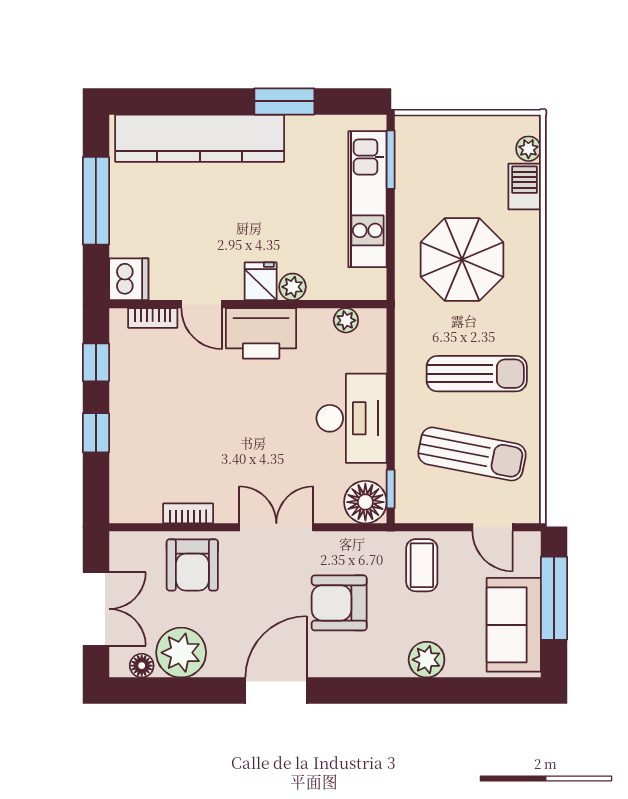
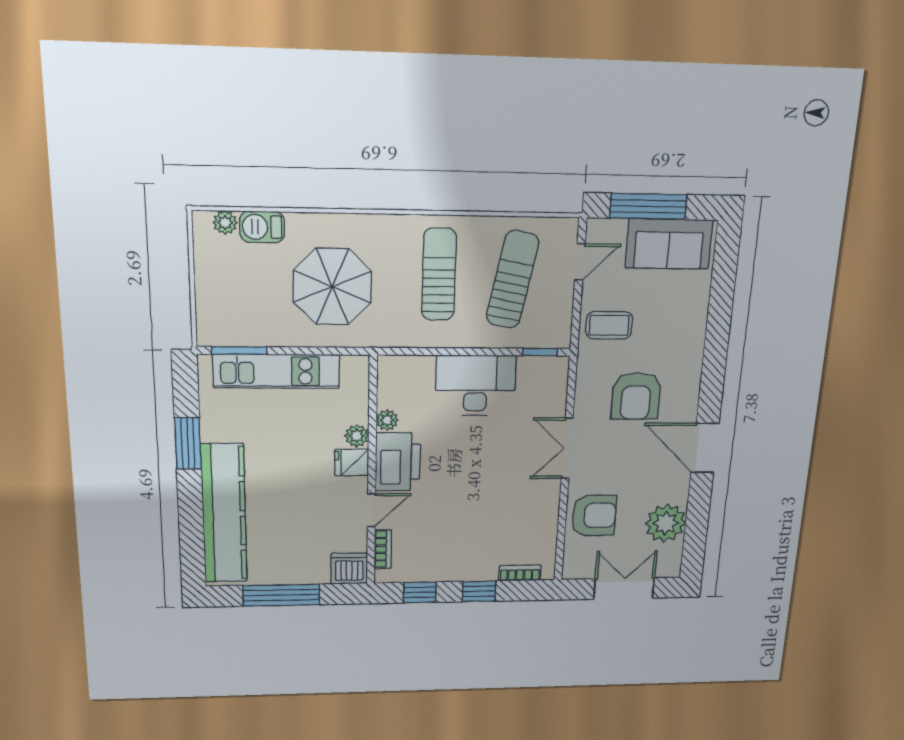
plant: (346, 320) -> (387, 420), moved
floor lamp: (365, 502) -> (550, 374), removed
bookcase: (188, 513) -> (520, 573), moved, turned 90
plant: (427, 660) -> (692, 322), removed
floor lamp: (142, 666) -> (673, 553), removed

